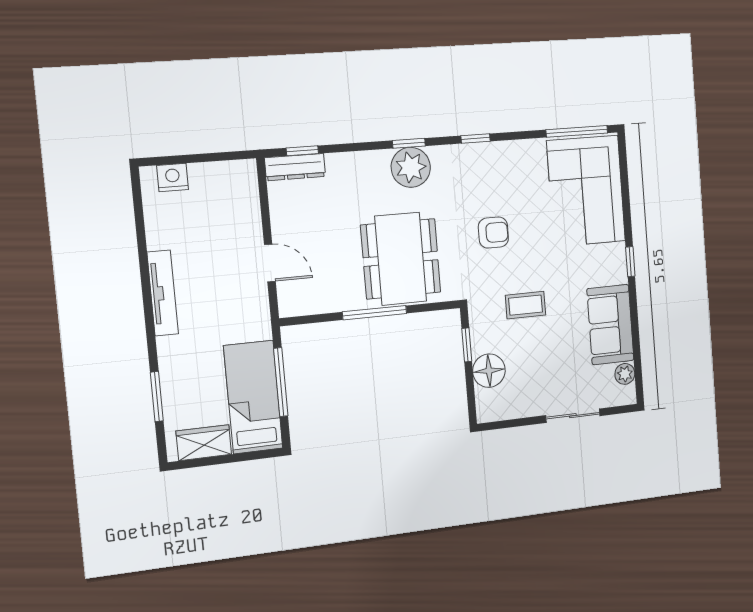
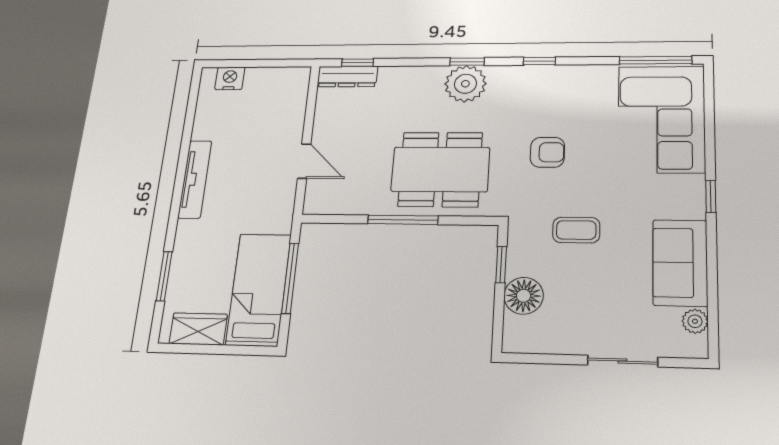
dining table: (401, 259) -> (440, 169), turned 90

